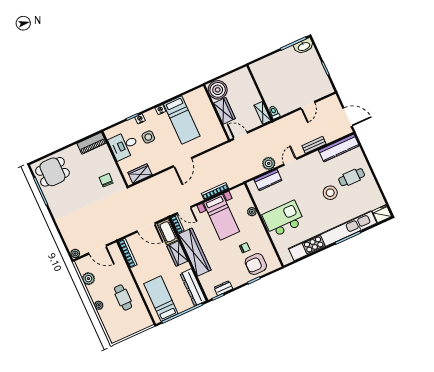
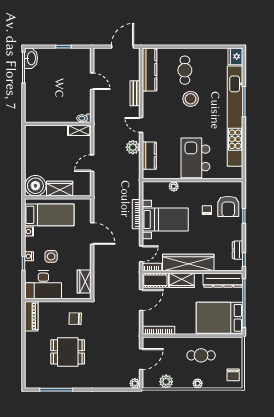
boiler: (218, 90) -> (35, 186), moved
wardrobe: (224, 111) -> (60, 189), moved
wall: (217, 113) -> (58, 197), moved
desk: (124, 145) -> (43, 285), width x1.37
dining table: (52, 172) -> (68, 352), moved, turned 90
bed: (161, 299) -> (220, 318), width x1.50
chair: (119, 331) -> (233, 375), added

